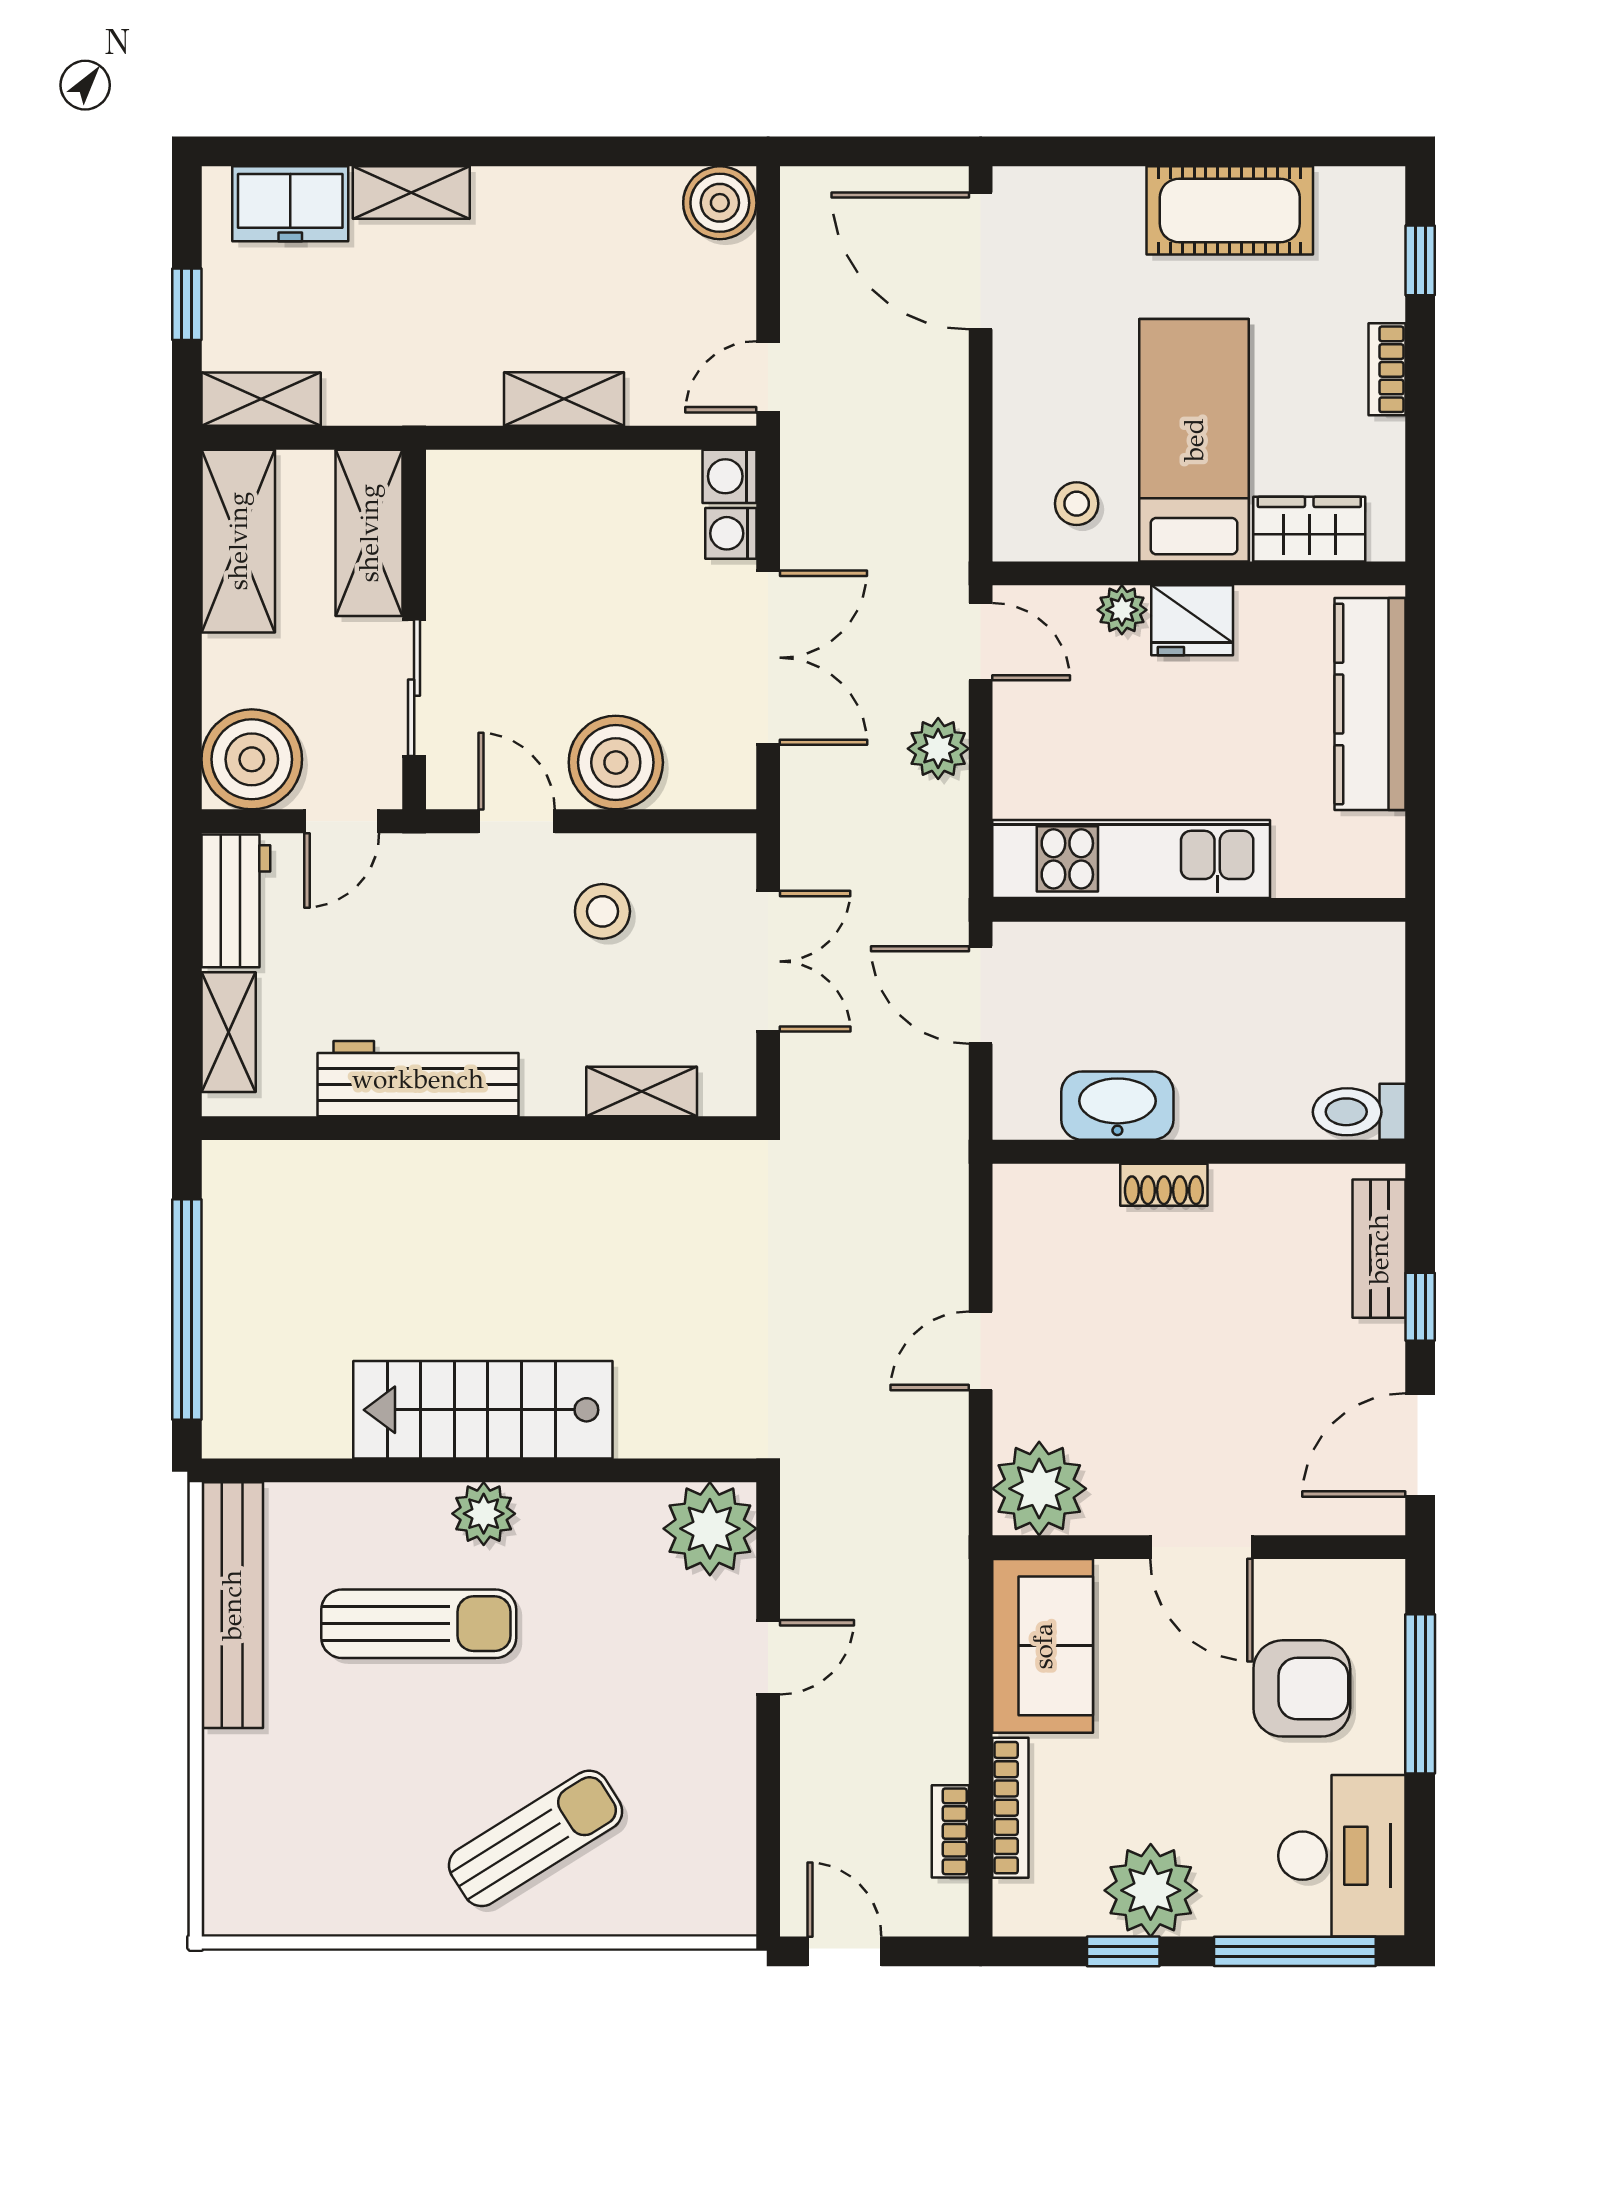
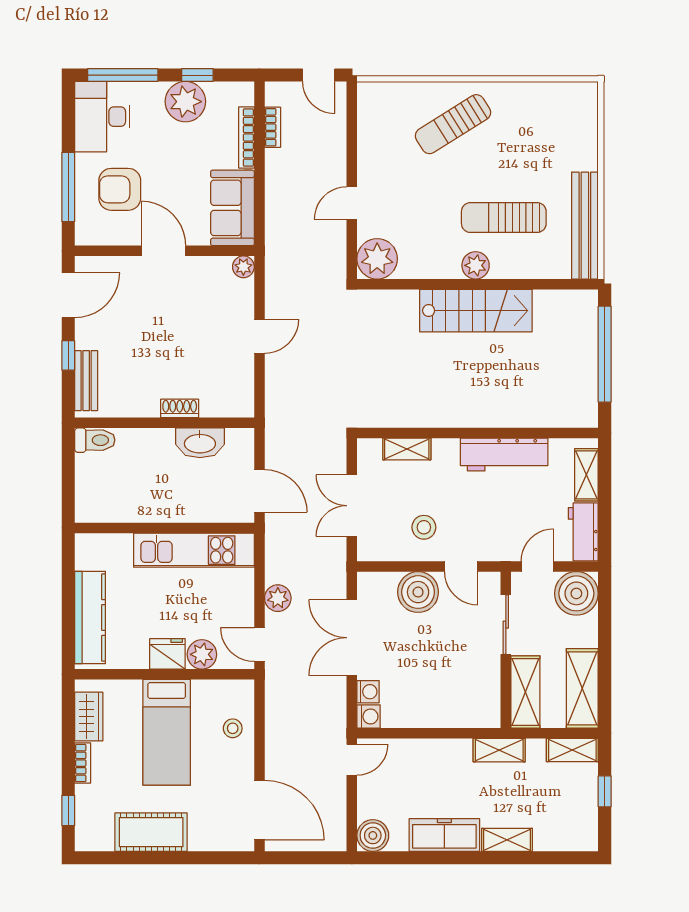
freezer: (290, 204) -> (444, 835), moved, width x1.40
shelving: (564, 399) -> (499, 750), moved
stool: (1077, 504) -> (233, 728), moved
wardrobe: (1309, 529) -> (89, 717), moved, turned -90
plant: (1122, 610) -> (202, 654), width x1.38, depth x1.38
plant: (1039, 1489) -> (243, 267), width x0.53, depth x0.53

